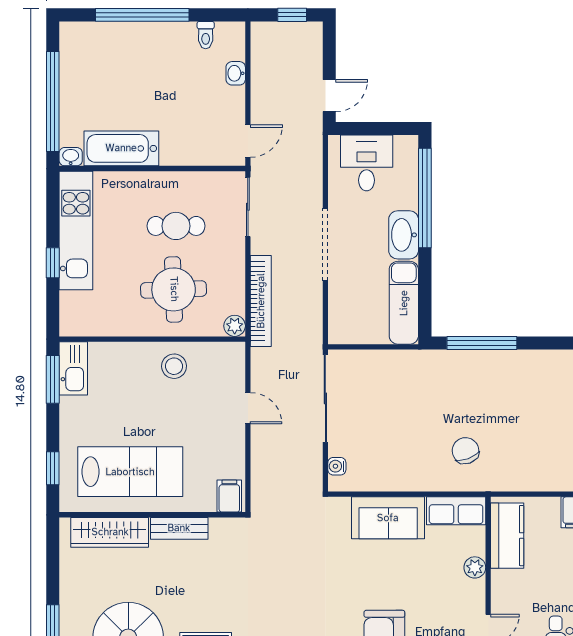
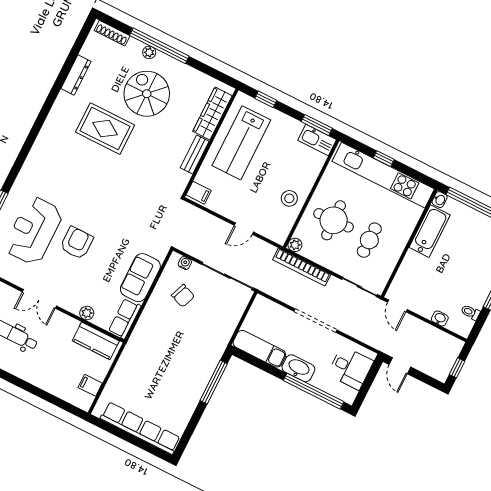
kitchen unit: (76, 230) -> (383, 175), width x1.36
chair: (466, 451) -> (183, 296), moved, turned 41

